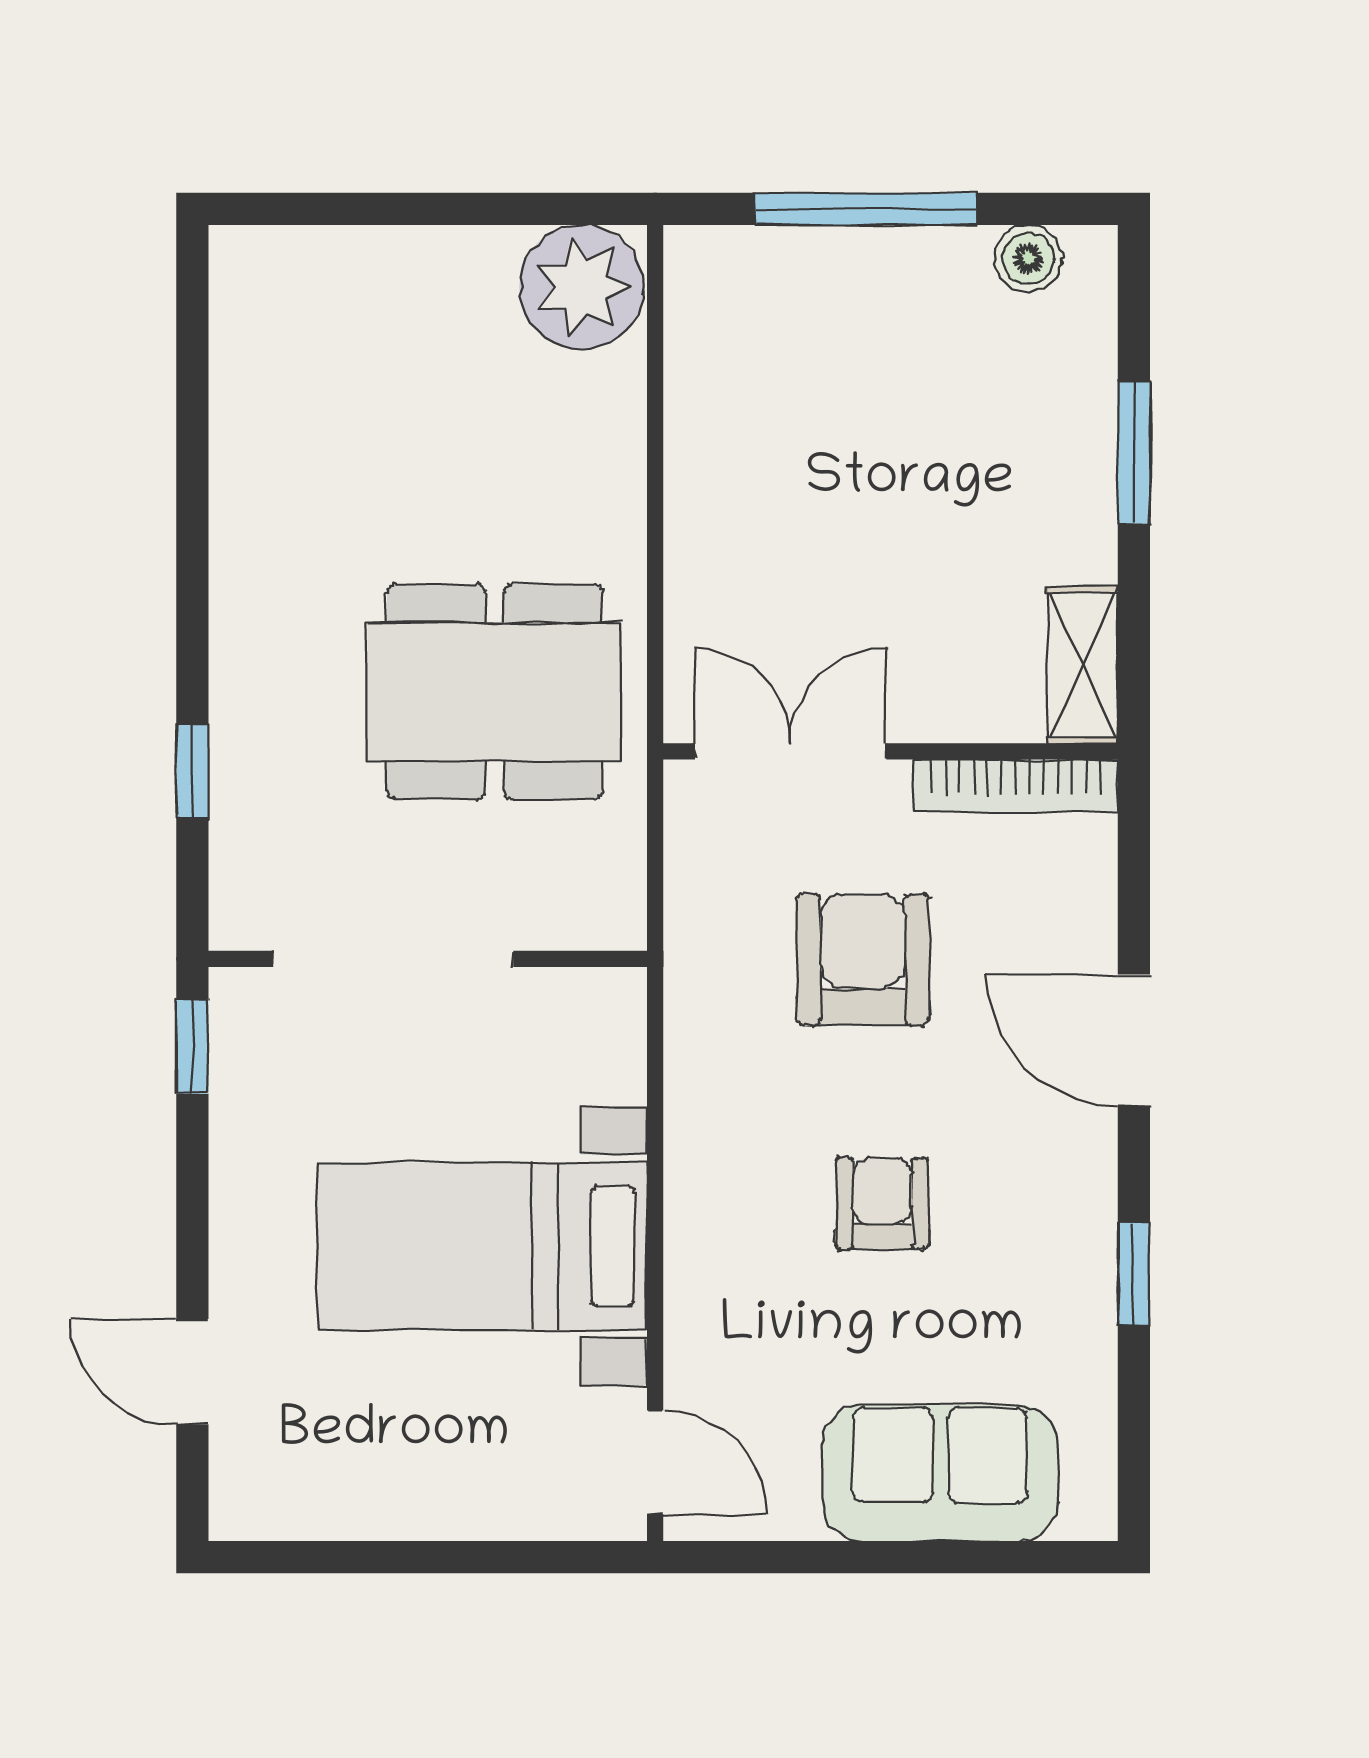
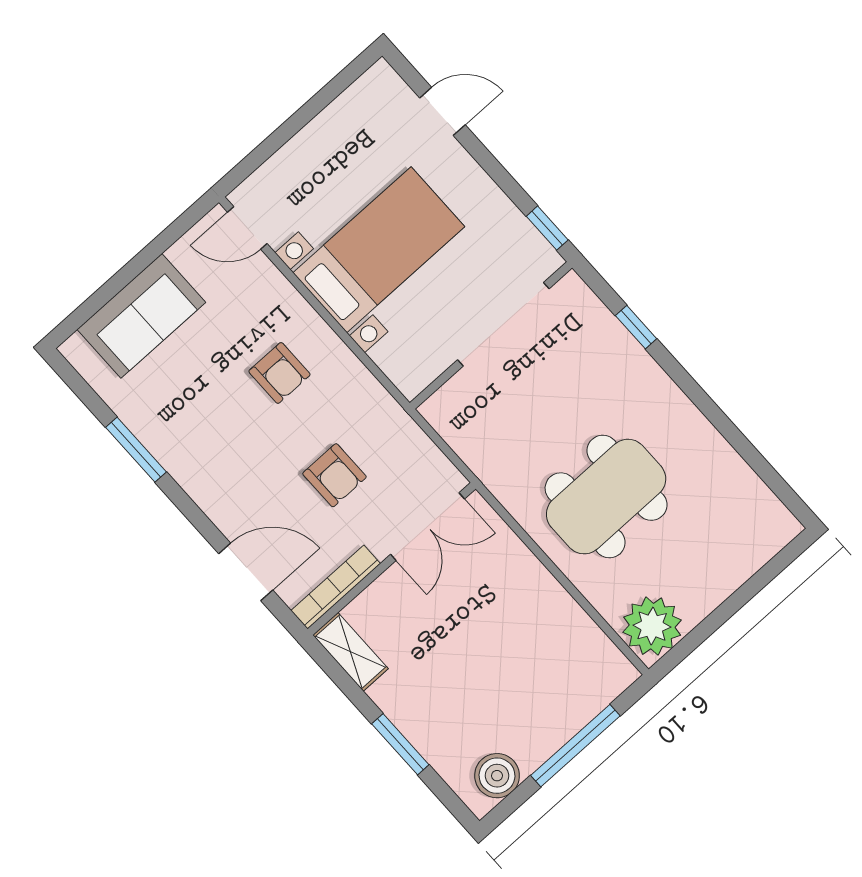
boiler: (1028, 259) -> (497, 776), width x1.36, depth x1.36
dining table: (495, 692) -> (606, 497), moved
armchair: (863, 960) -> (334, 475), width x0.72, depth x0.72
door: (1134, 1040) -> (246, 572), moved
armchair: (882, 1203) -> (279, 373), moved
window: (1134, 1274) -> (136, 450), width x1.50

